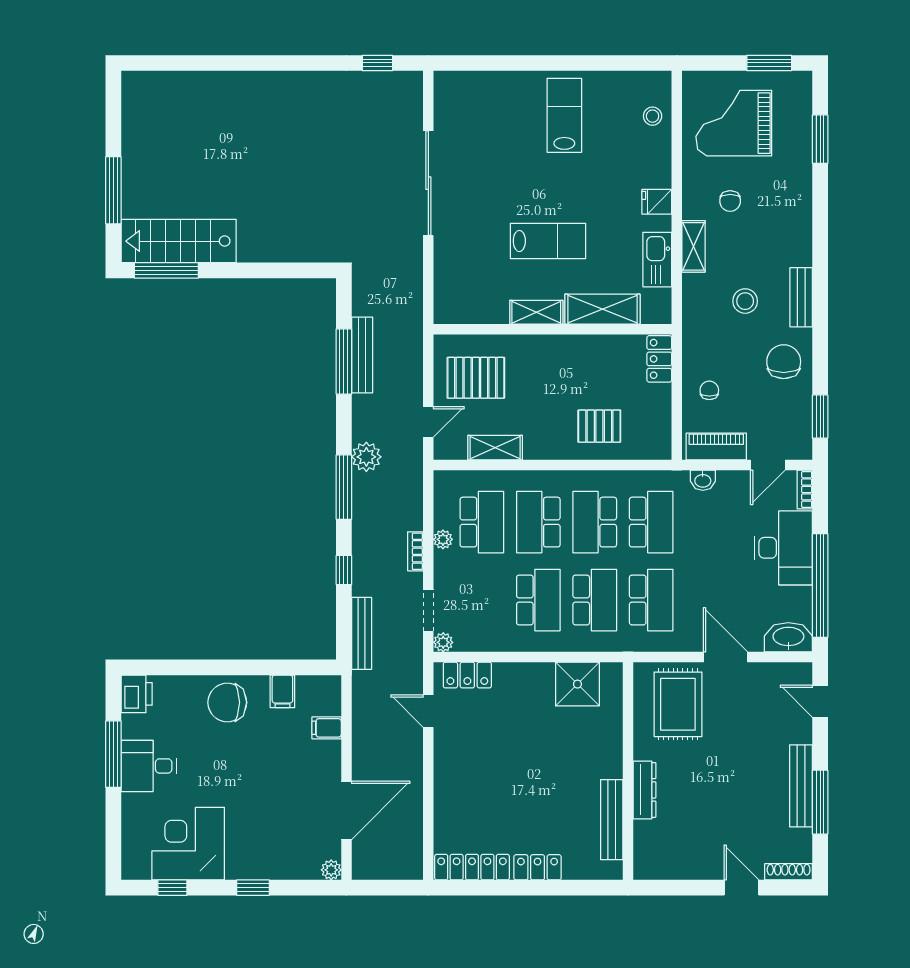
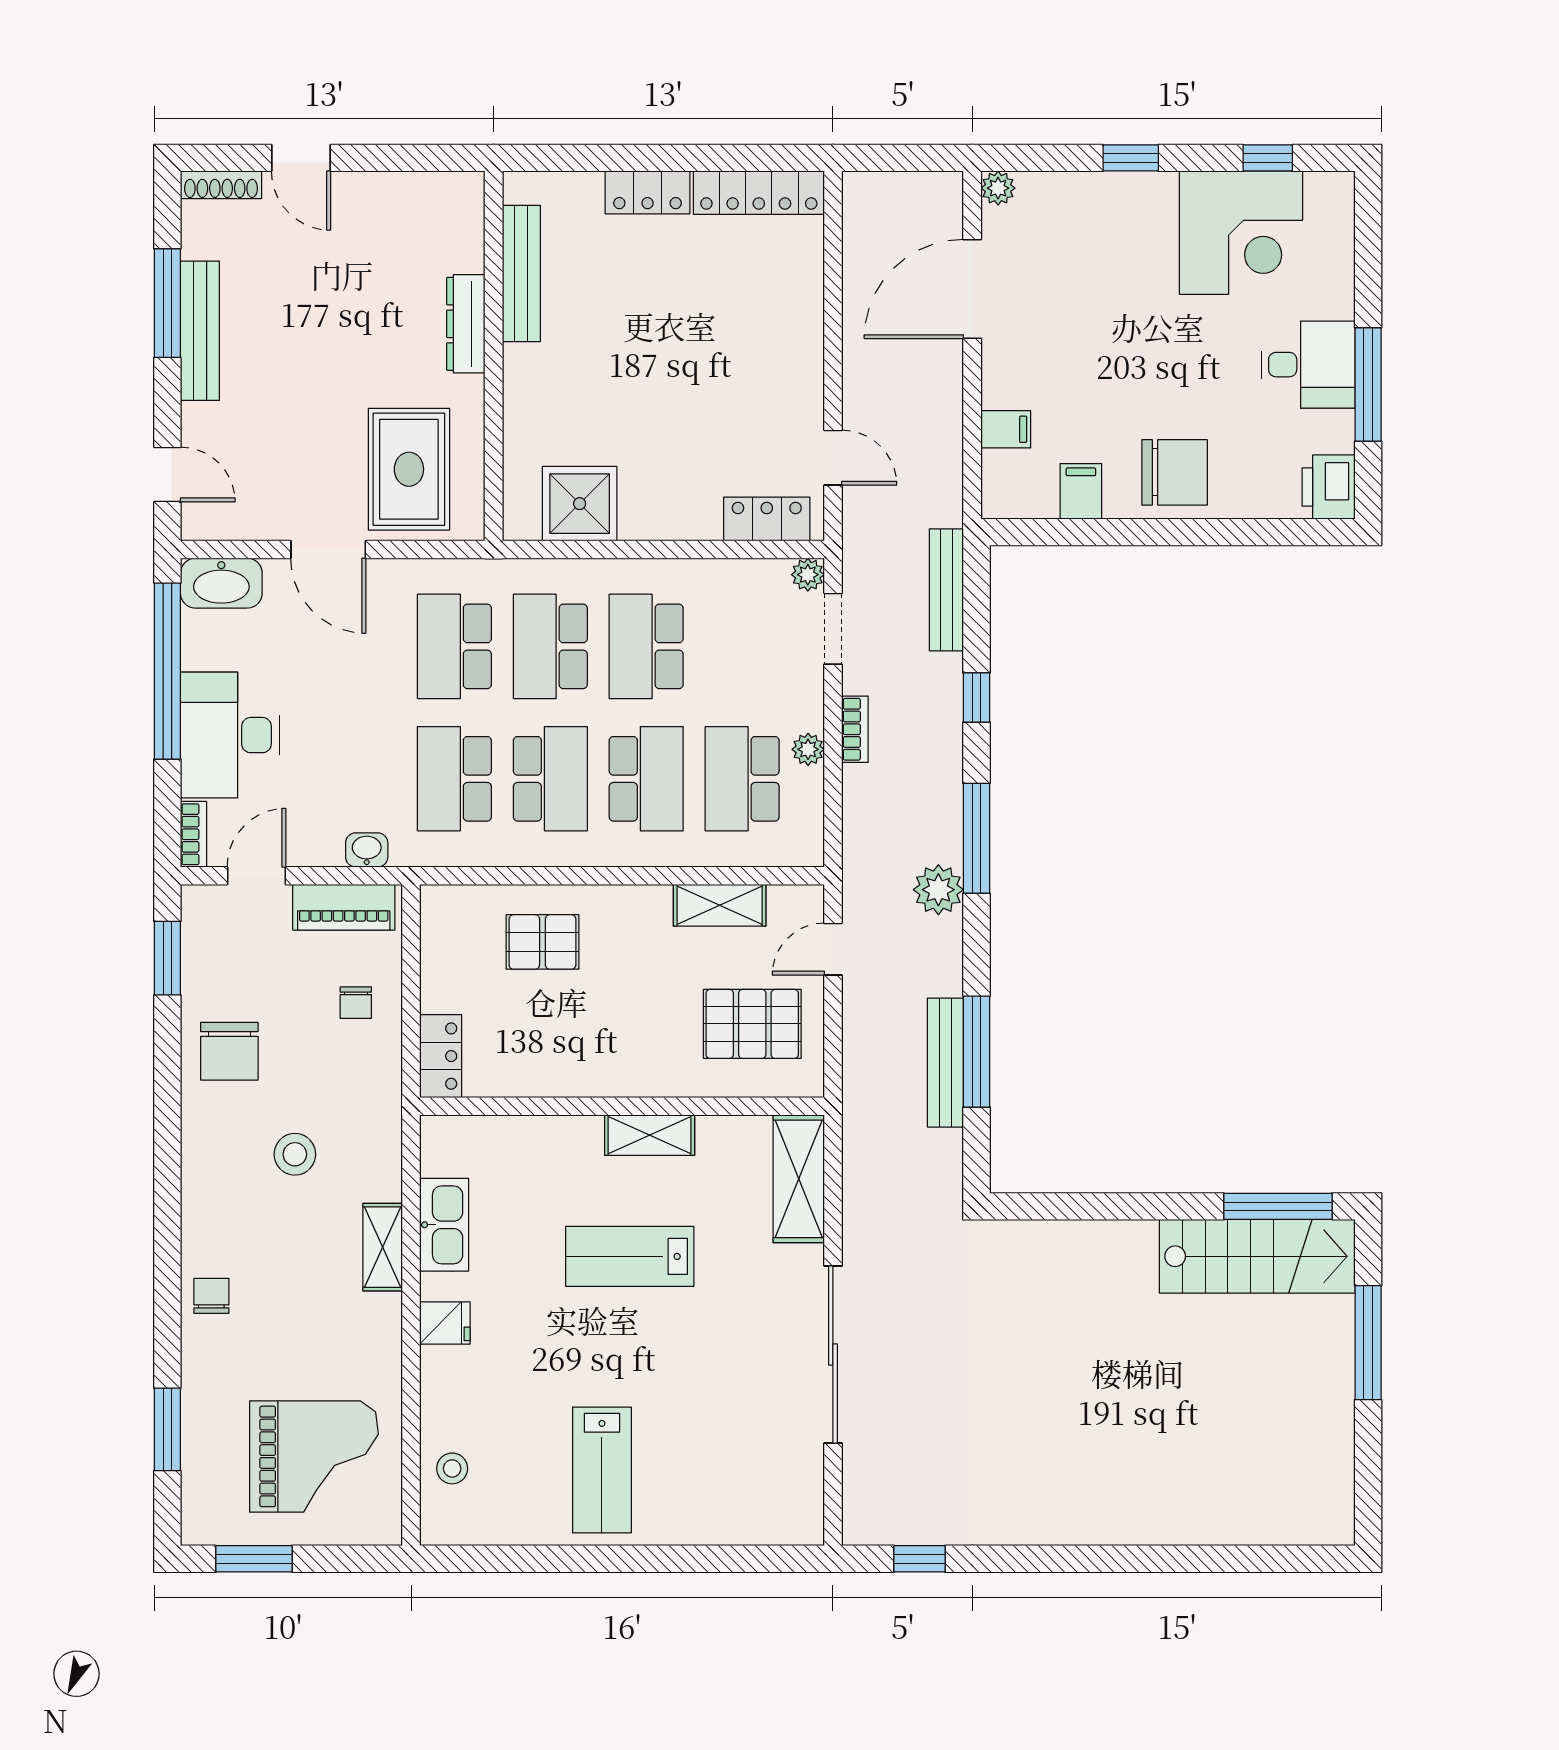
chair: (730, 201) -> (211, 1296), moved
bench: (801, 297) -> (200, 1161), removed
shelving: (602, 309) -> (799, 1179), moved, turned 90

